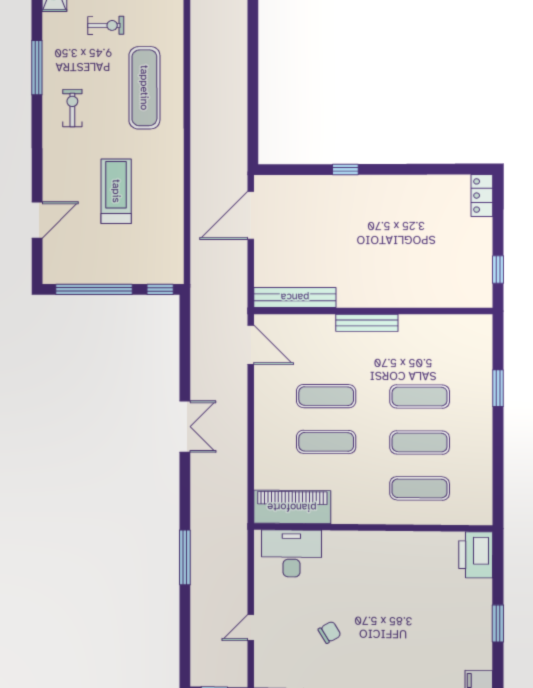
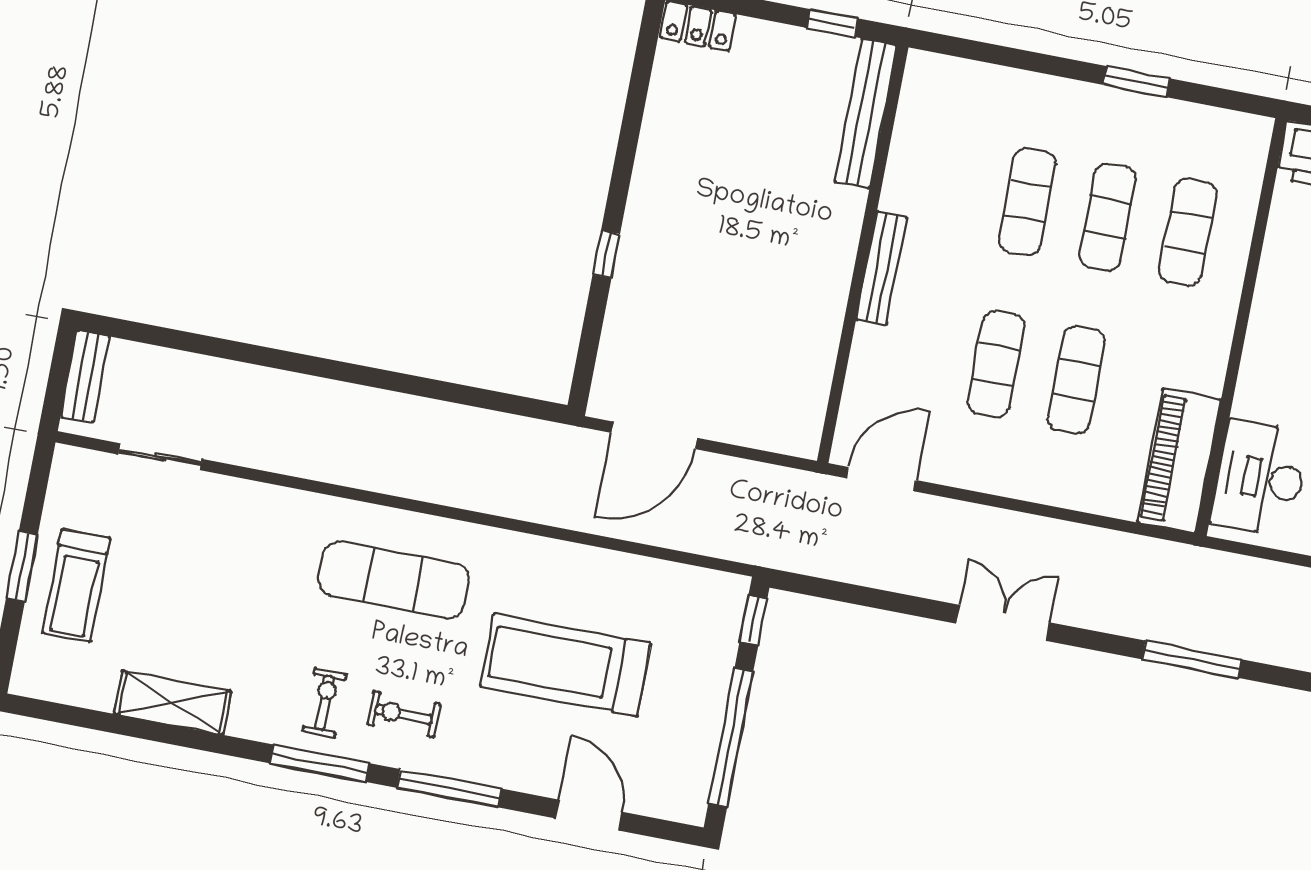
exercise bike: (106, 25) -> (325, 703), moved
window: (37, 141) -> (449, 788), added
treadmill: (116, 191) -> (566, 665), width x1.37, depth x1.38
door: (251, 215) -> (654, 435), hinge flipped
bench: (295, 297) -> (865, 114), moved
window: (498, 388) -> (1136, 82), moved
window: (185, 557) -> (1192, 659), moved

